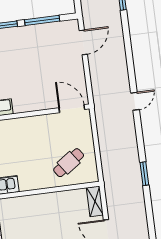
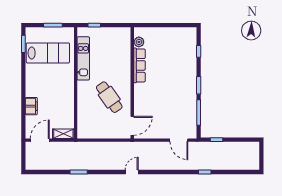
door: (135, 101) -> (132, 172), swing flipped
cafe table: (69, 163) -> (109, 97), moved, width x1.37, depth x1.35

